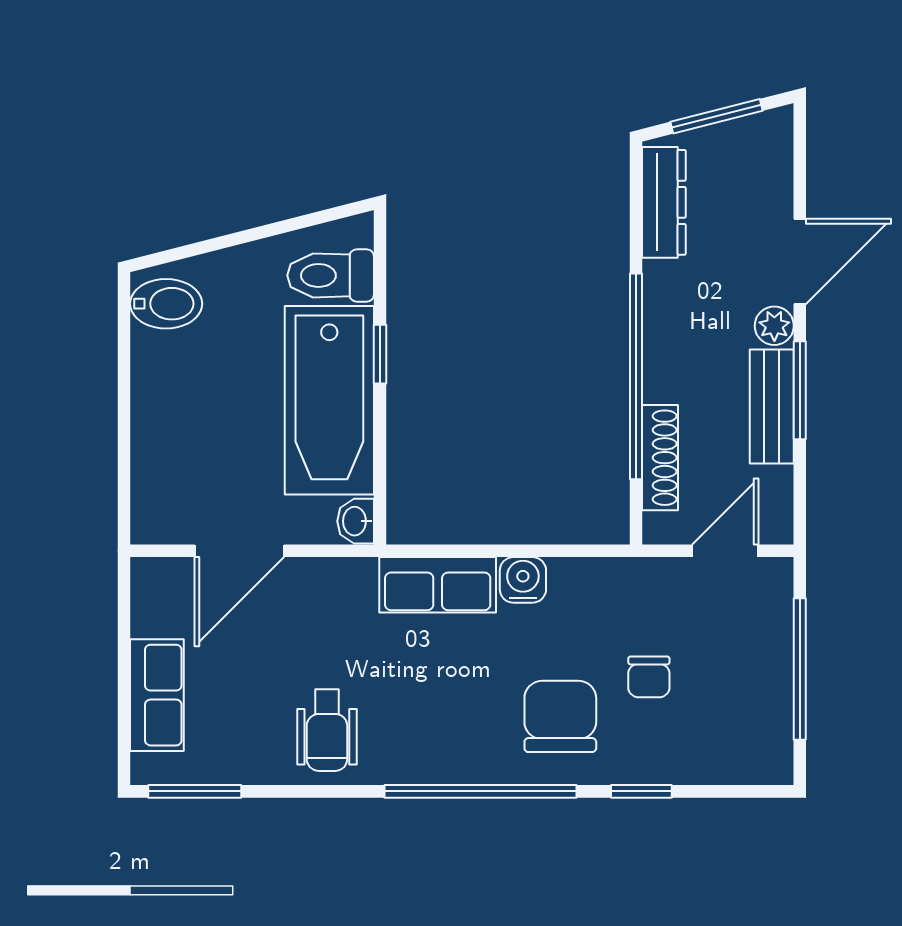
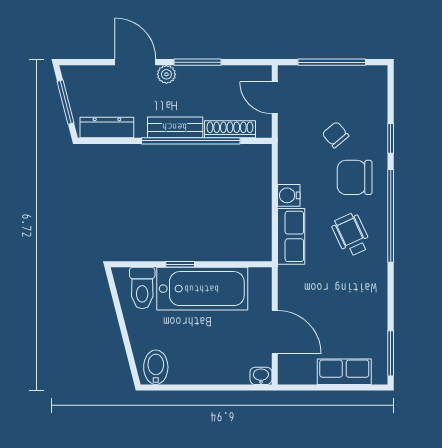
bench: (772, 406) -> (175, 127), moved
washbasin: (356, 521) -> (261, 376), moved, turned 180
chair: (649, 677) -> (336, 135), turned -130
wheelchair: (327, 730) -> (351, 235), moved, turned -115

